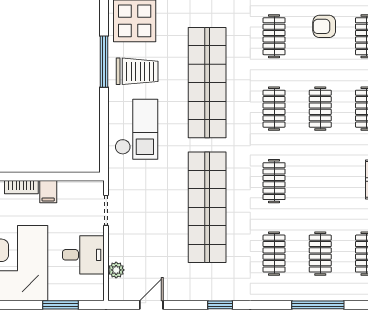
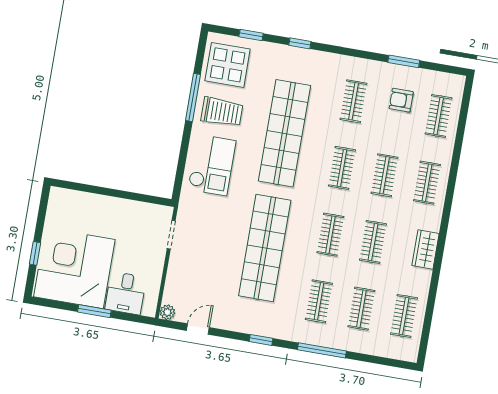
clothes rail: (320, 181) -> (373, 242), added
bookcase: (21, 187) -> (97, 200), removed
filing cabinet: (48, 192) -> (121, 208), removed
desk: (83, 255) -> (126, 293), moved, turned 90
plant: (116, 270) -> (167, 312), moved
window: (60, 305) -> (94, 311), moved
window: (318, 305) -> (322, 350), moved

